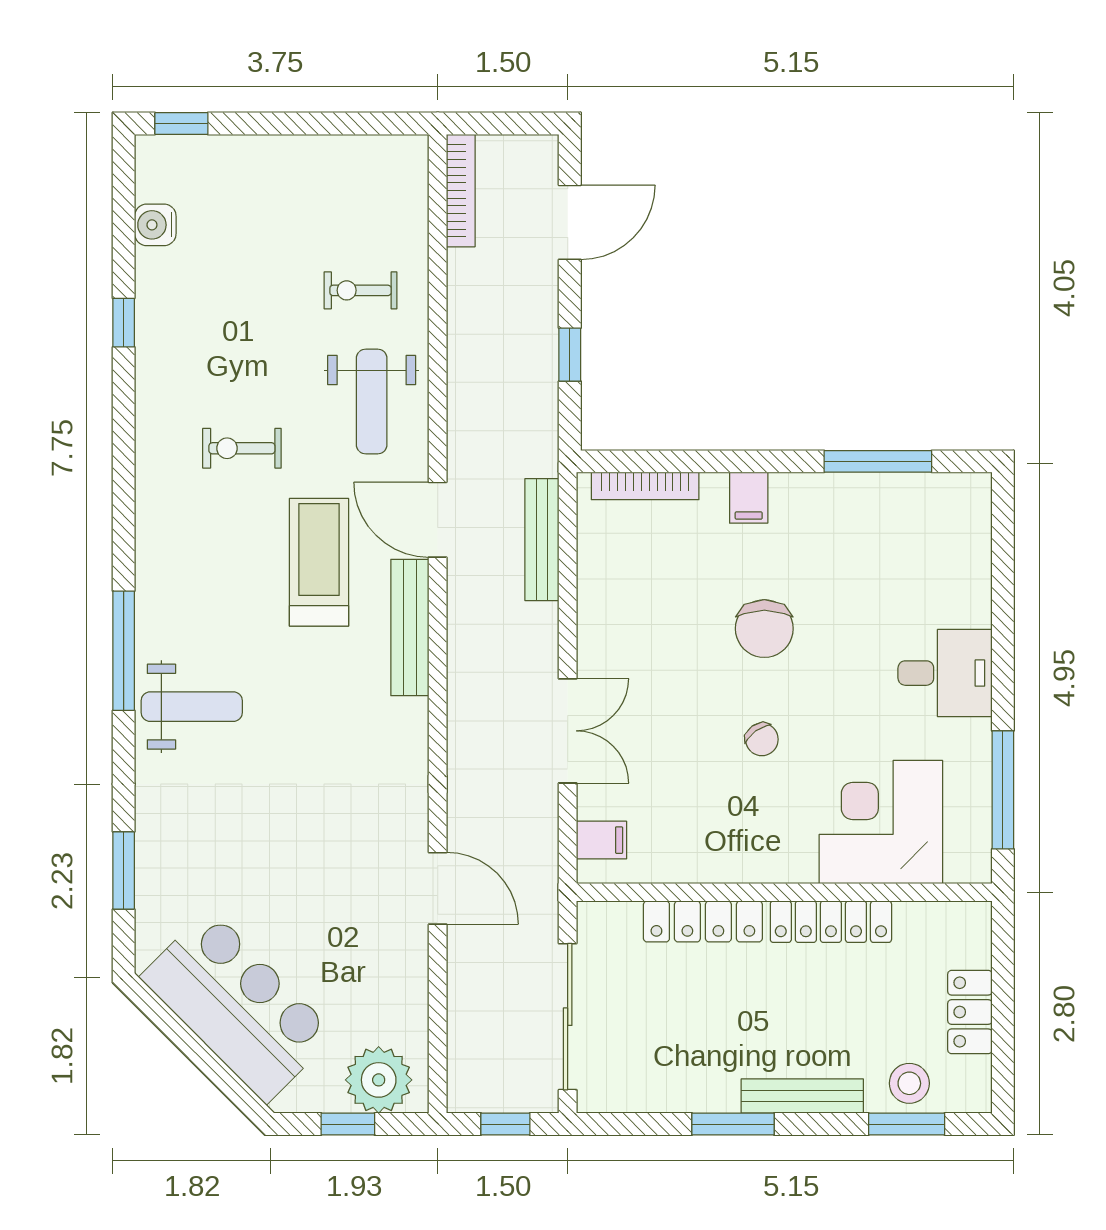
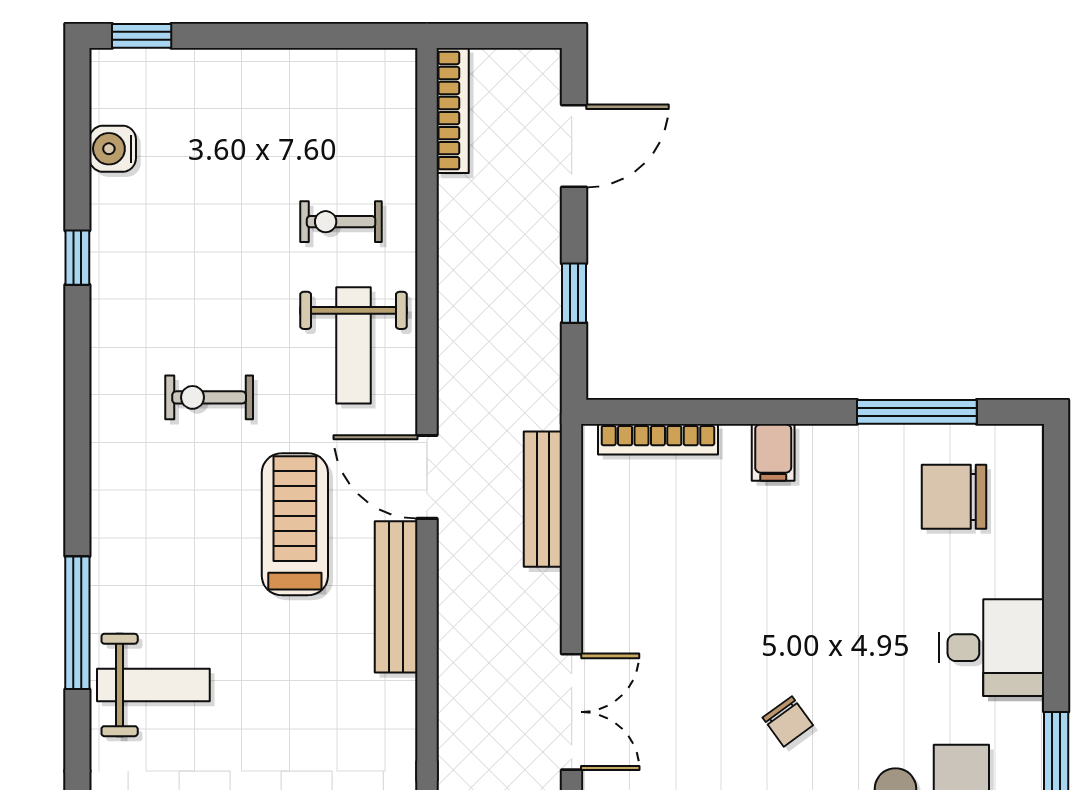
chair: (764, 629) -> (954, 497), moved, turned 90

